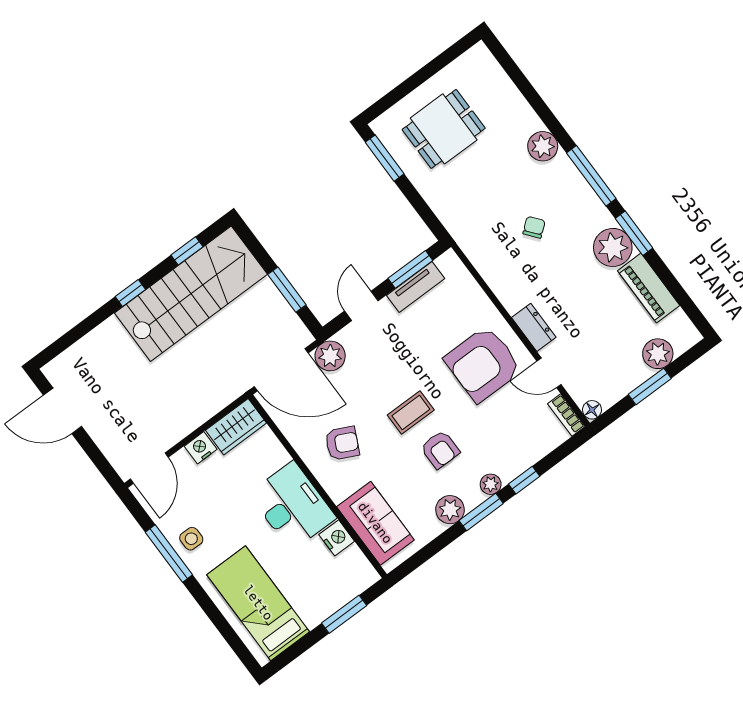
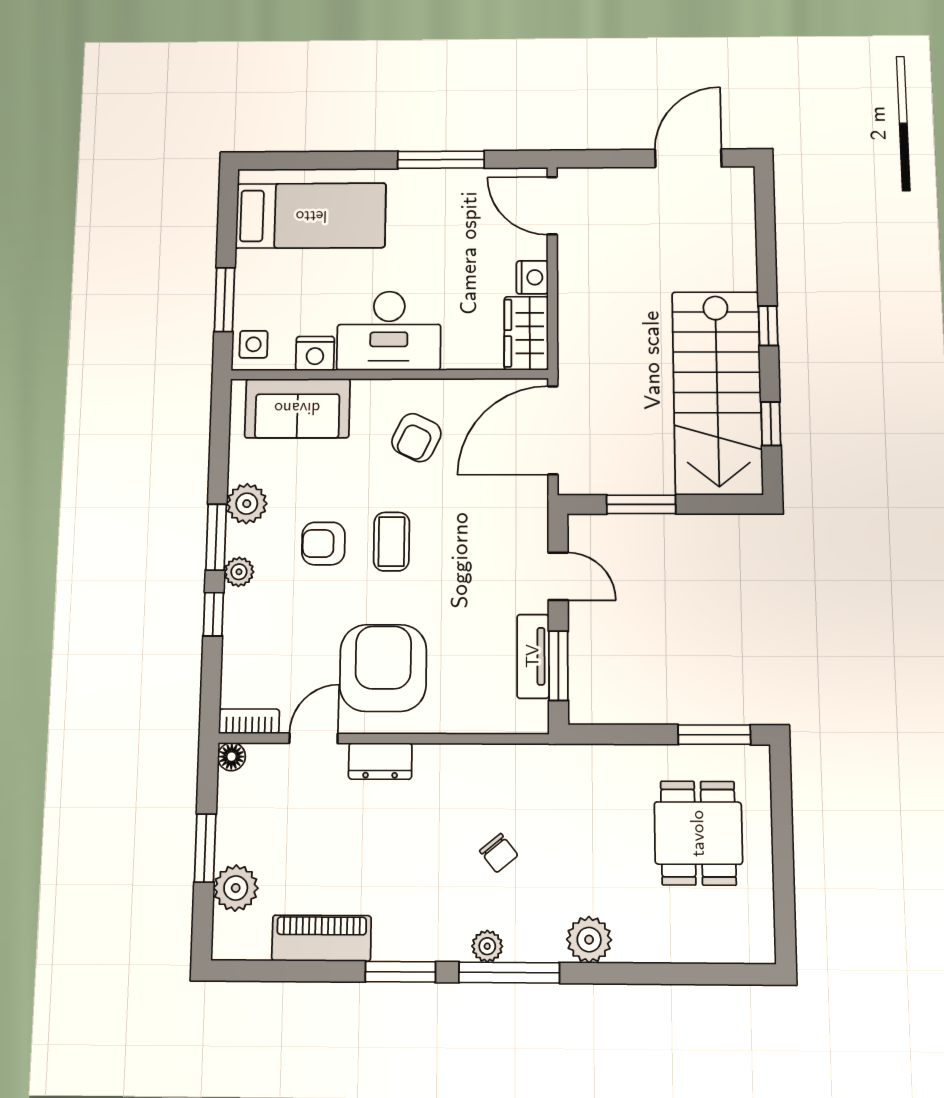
plant: (613, 247) -> (487, 946), moved, width x0.53, depth x0.53
plant: (330, 356) -> (527, 497), removed
side table: (191, 539) -> (253, 344), moved

